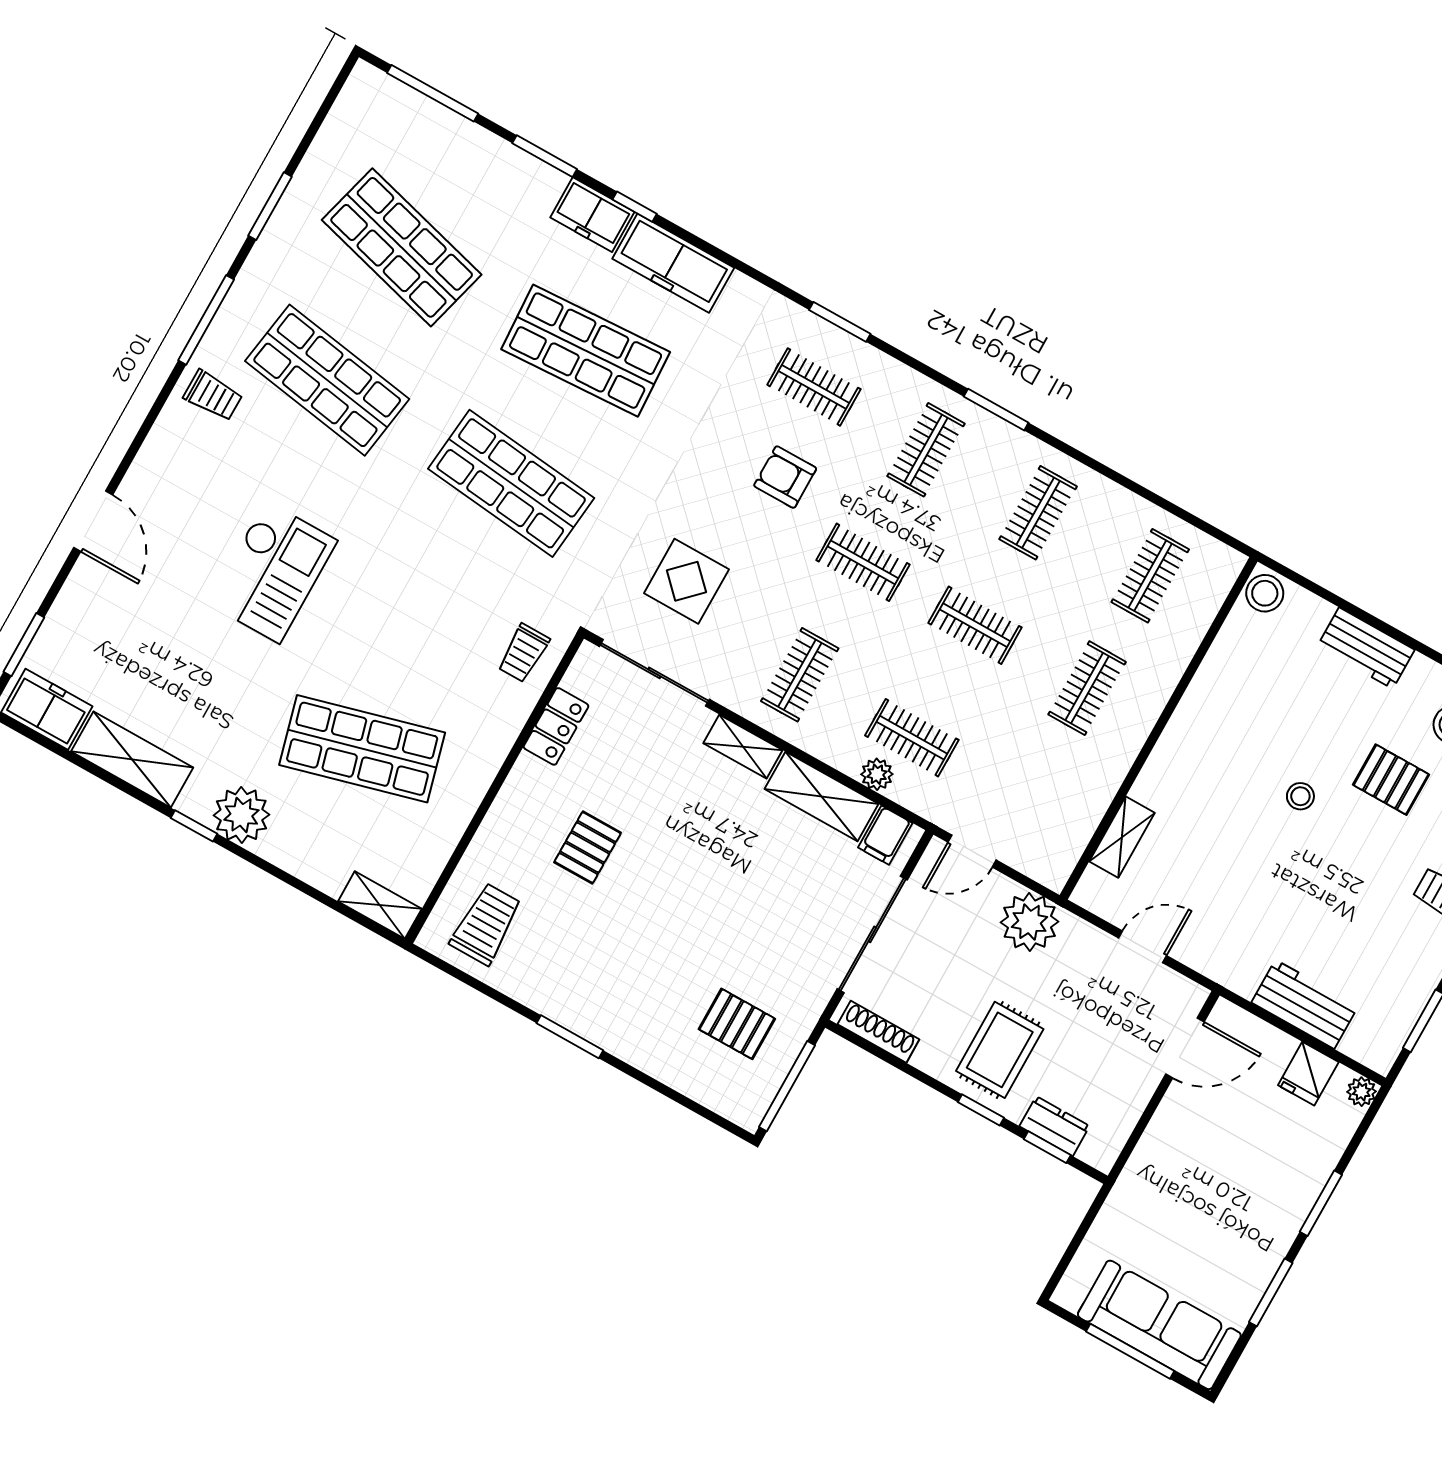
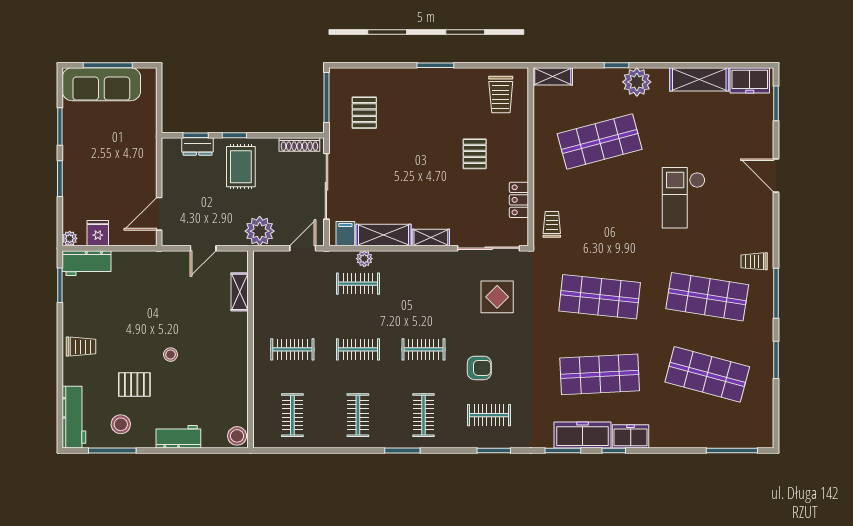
window: (545, 156) -> (563, 451), moved
clothes rail: (800, 675) -> (423, 284), removed
clothes rail: (1087, 688) -> (292, 349), turned 90
window: (194, 826) -> (616, 65), moved
workbench: (1305, 1004) -> (87, 263), moved
pallet: (737, 1024) -> (364, 113), turned 90

